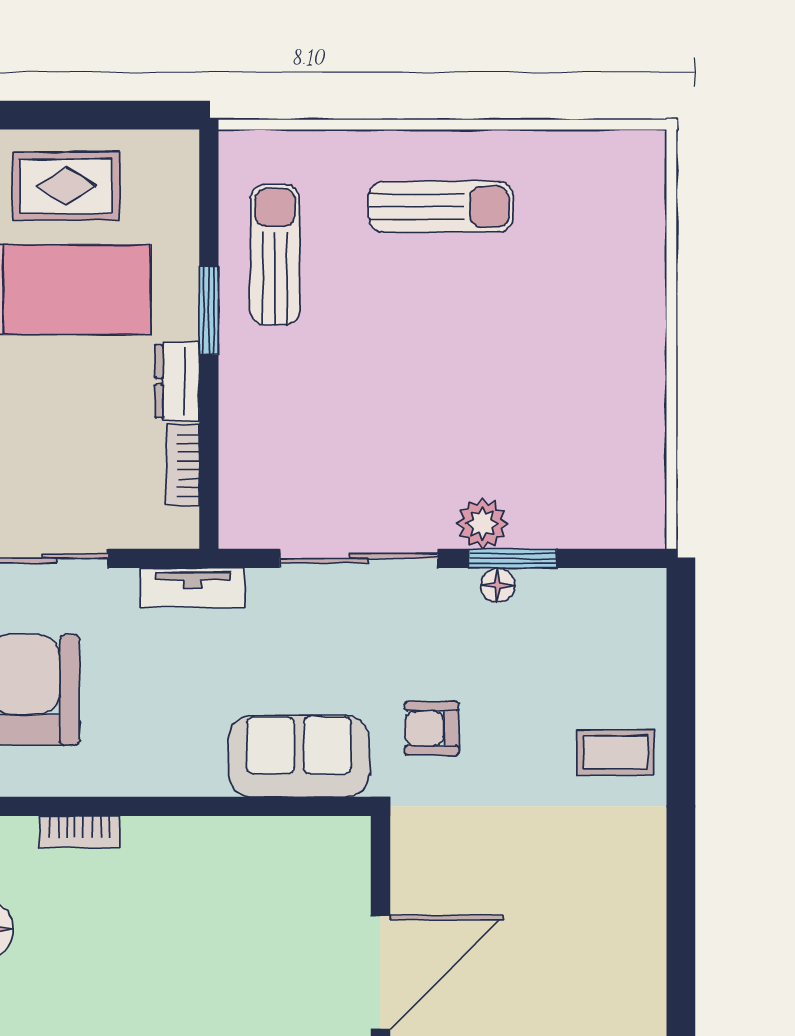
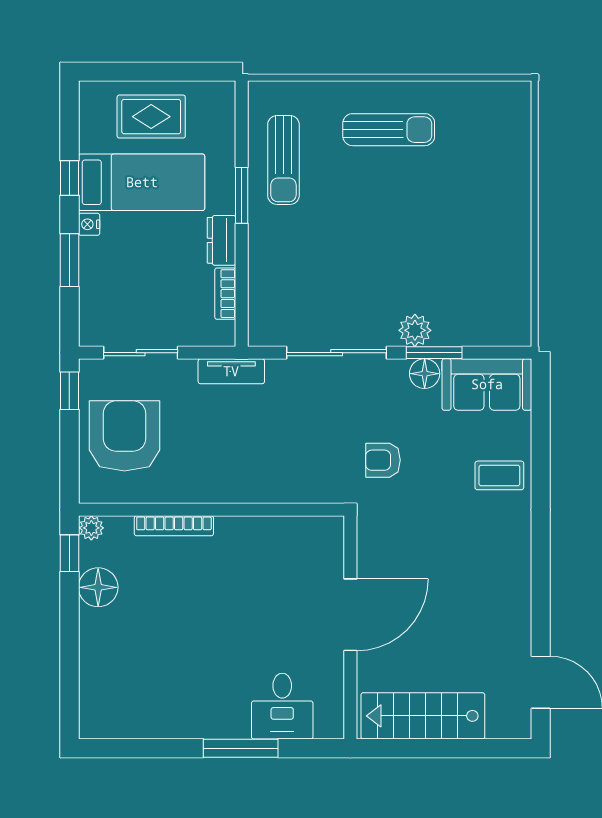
sun lounger: (275, 255) -> (283, 160), turned 180
floor lamp: (498, 585) -> (425, 374), width x1.37, depth x1.37
sofa: (299, 756) -> (487, 384), moved, turned 180
bookcase: (80, 832) -> (174, 526), width x1.56

